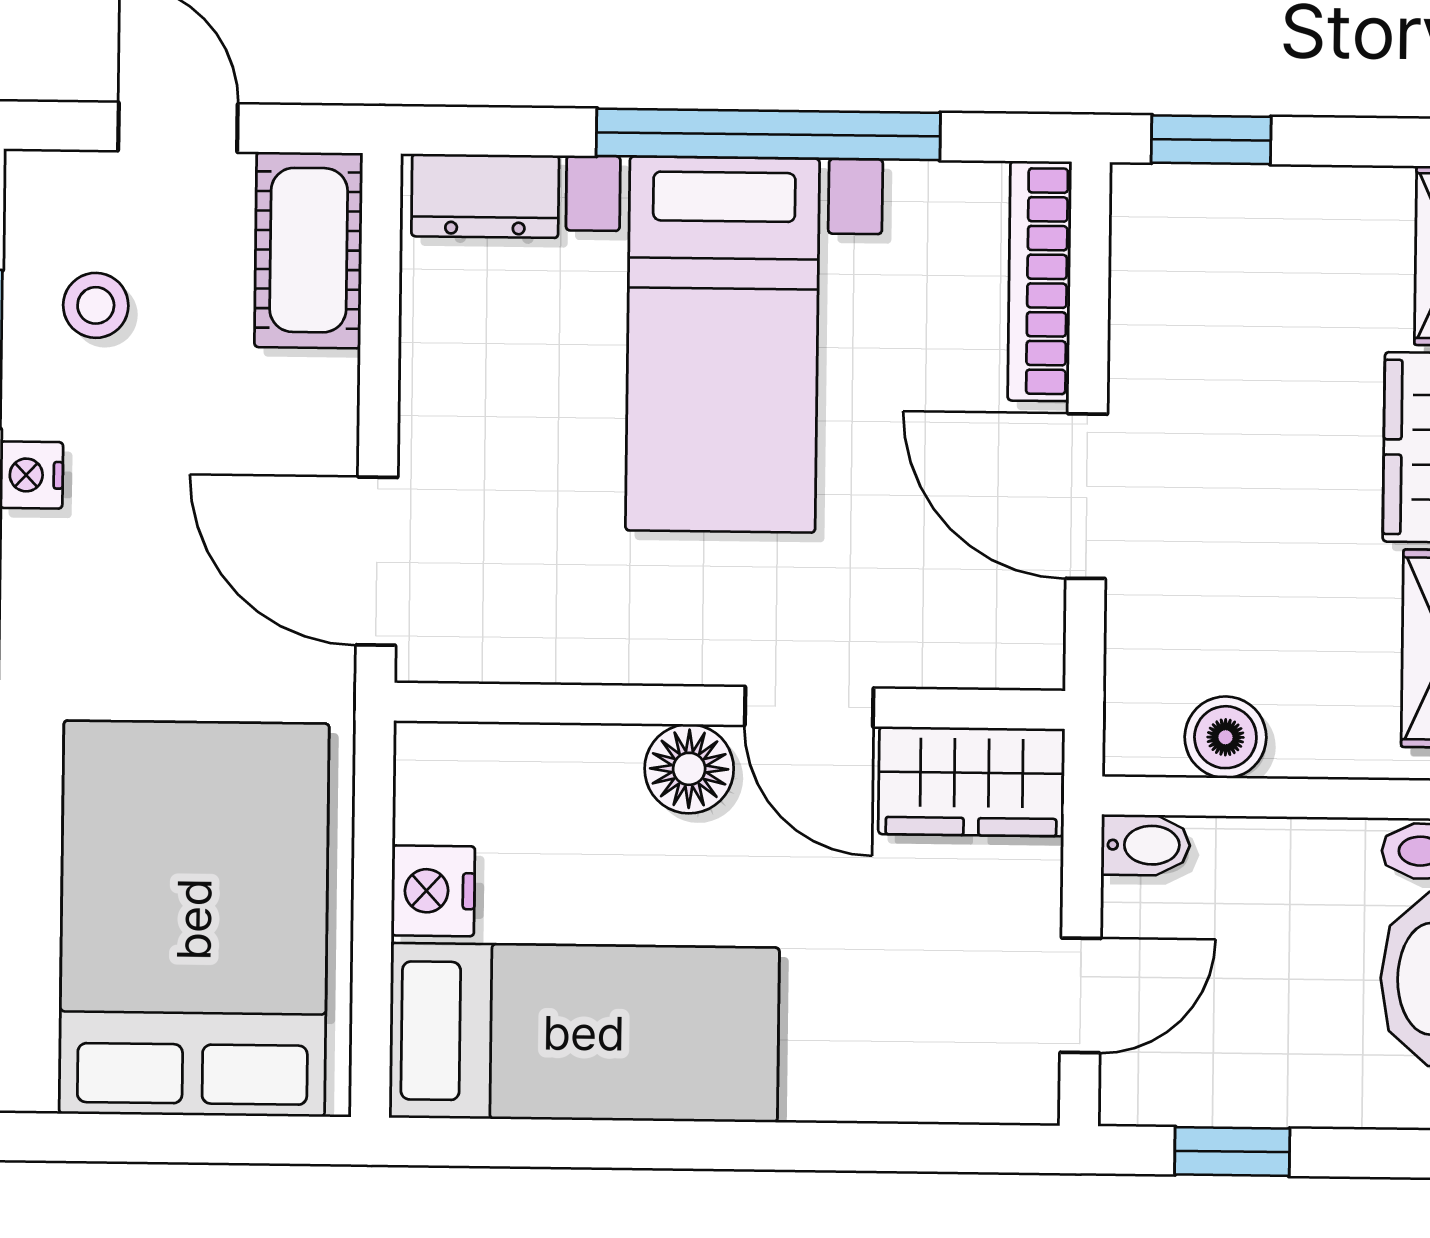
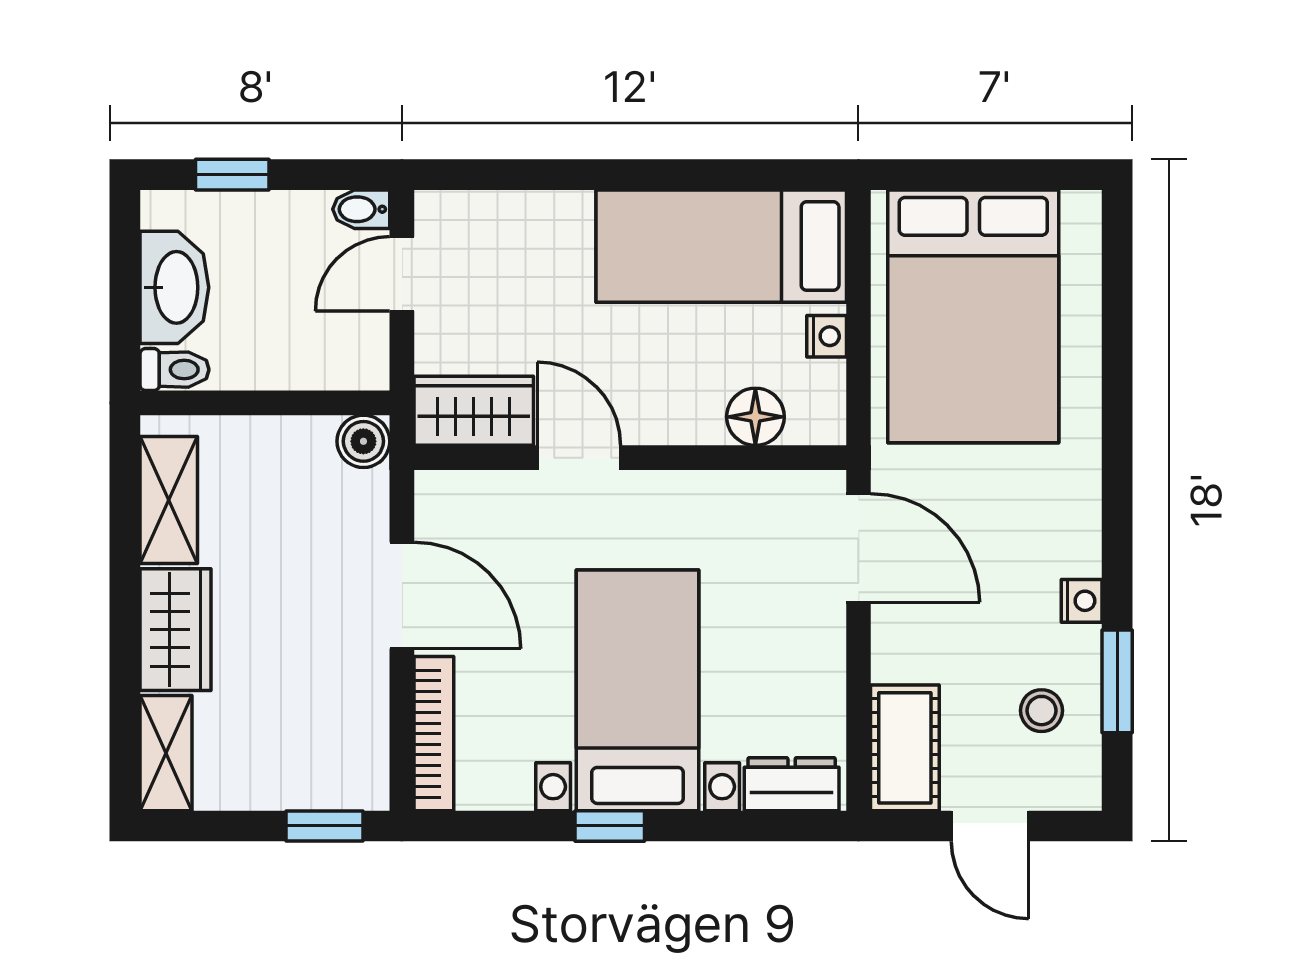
window: (768, 134) -> (610, 826), width x0.32
boiler: (1225, 737) -> (363, 441), moved
floor lamp: (689, 769) -> (755, 417), moved
bidet: (1146, 845) -> (361, 209), moved
nightstand: (433, 891) -> (827, 336), width x0.72, depth x0.74
window: (1232, 1152) -> (232, 175), moved

